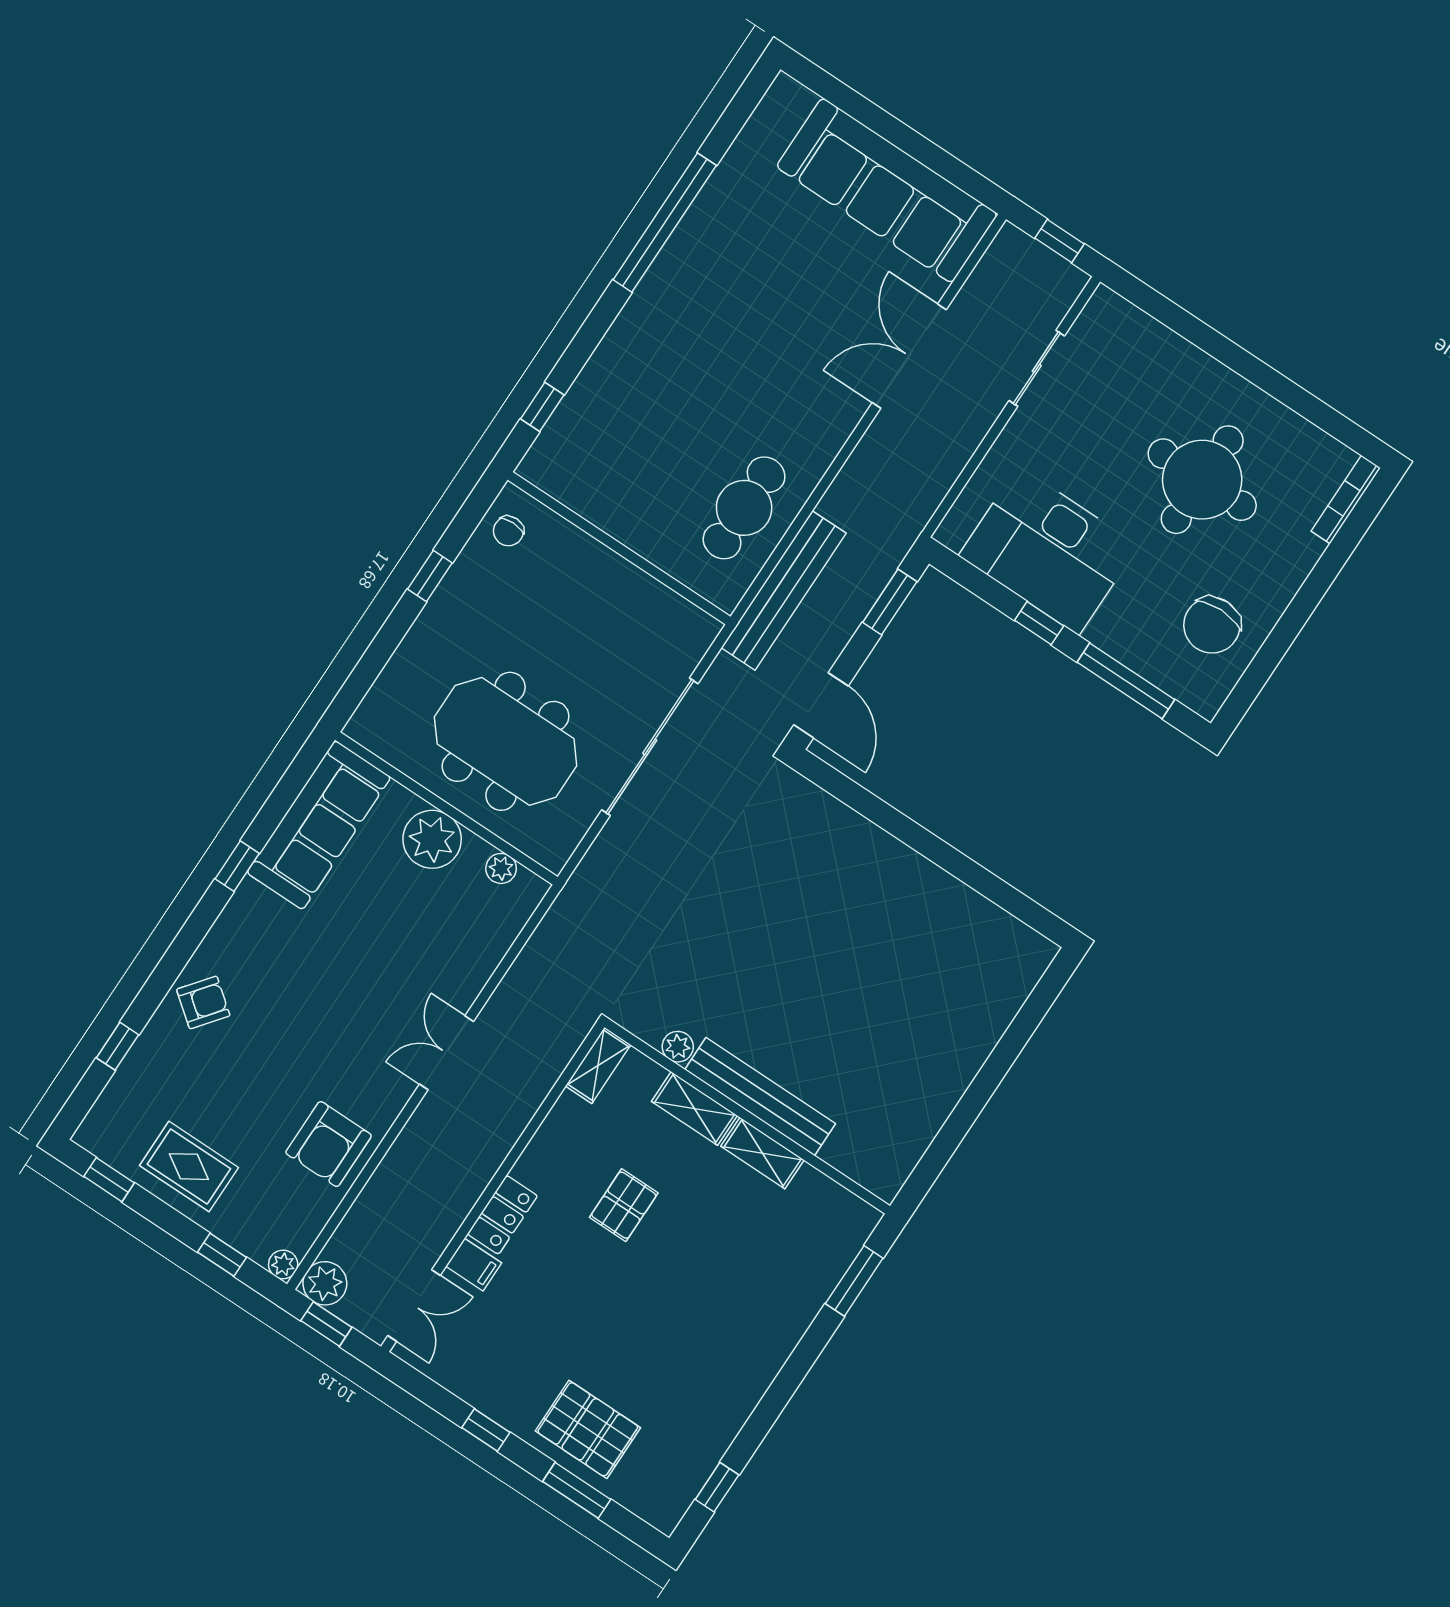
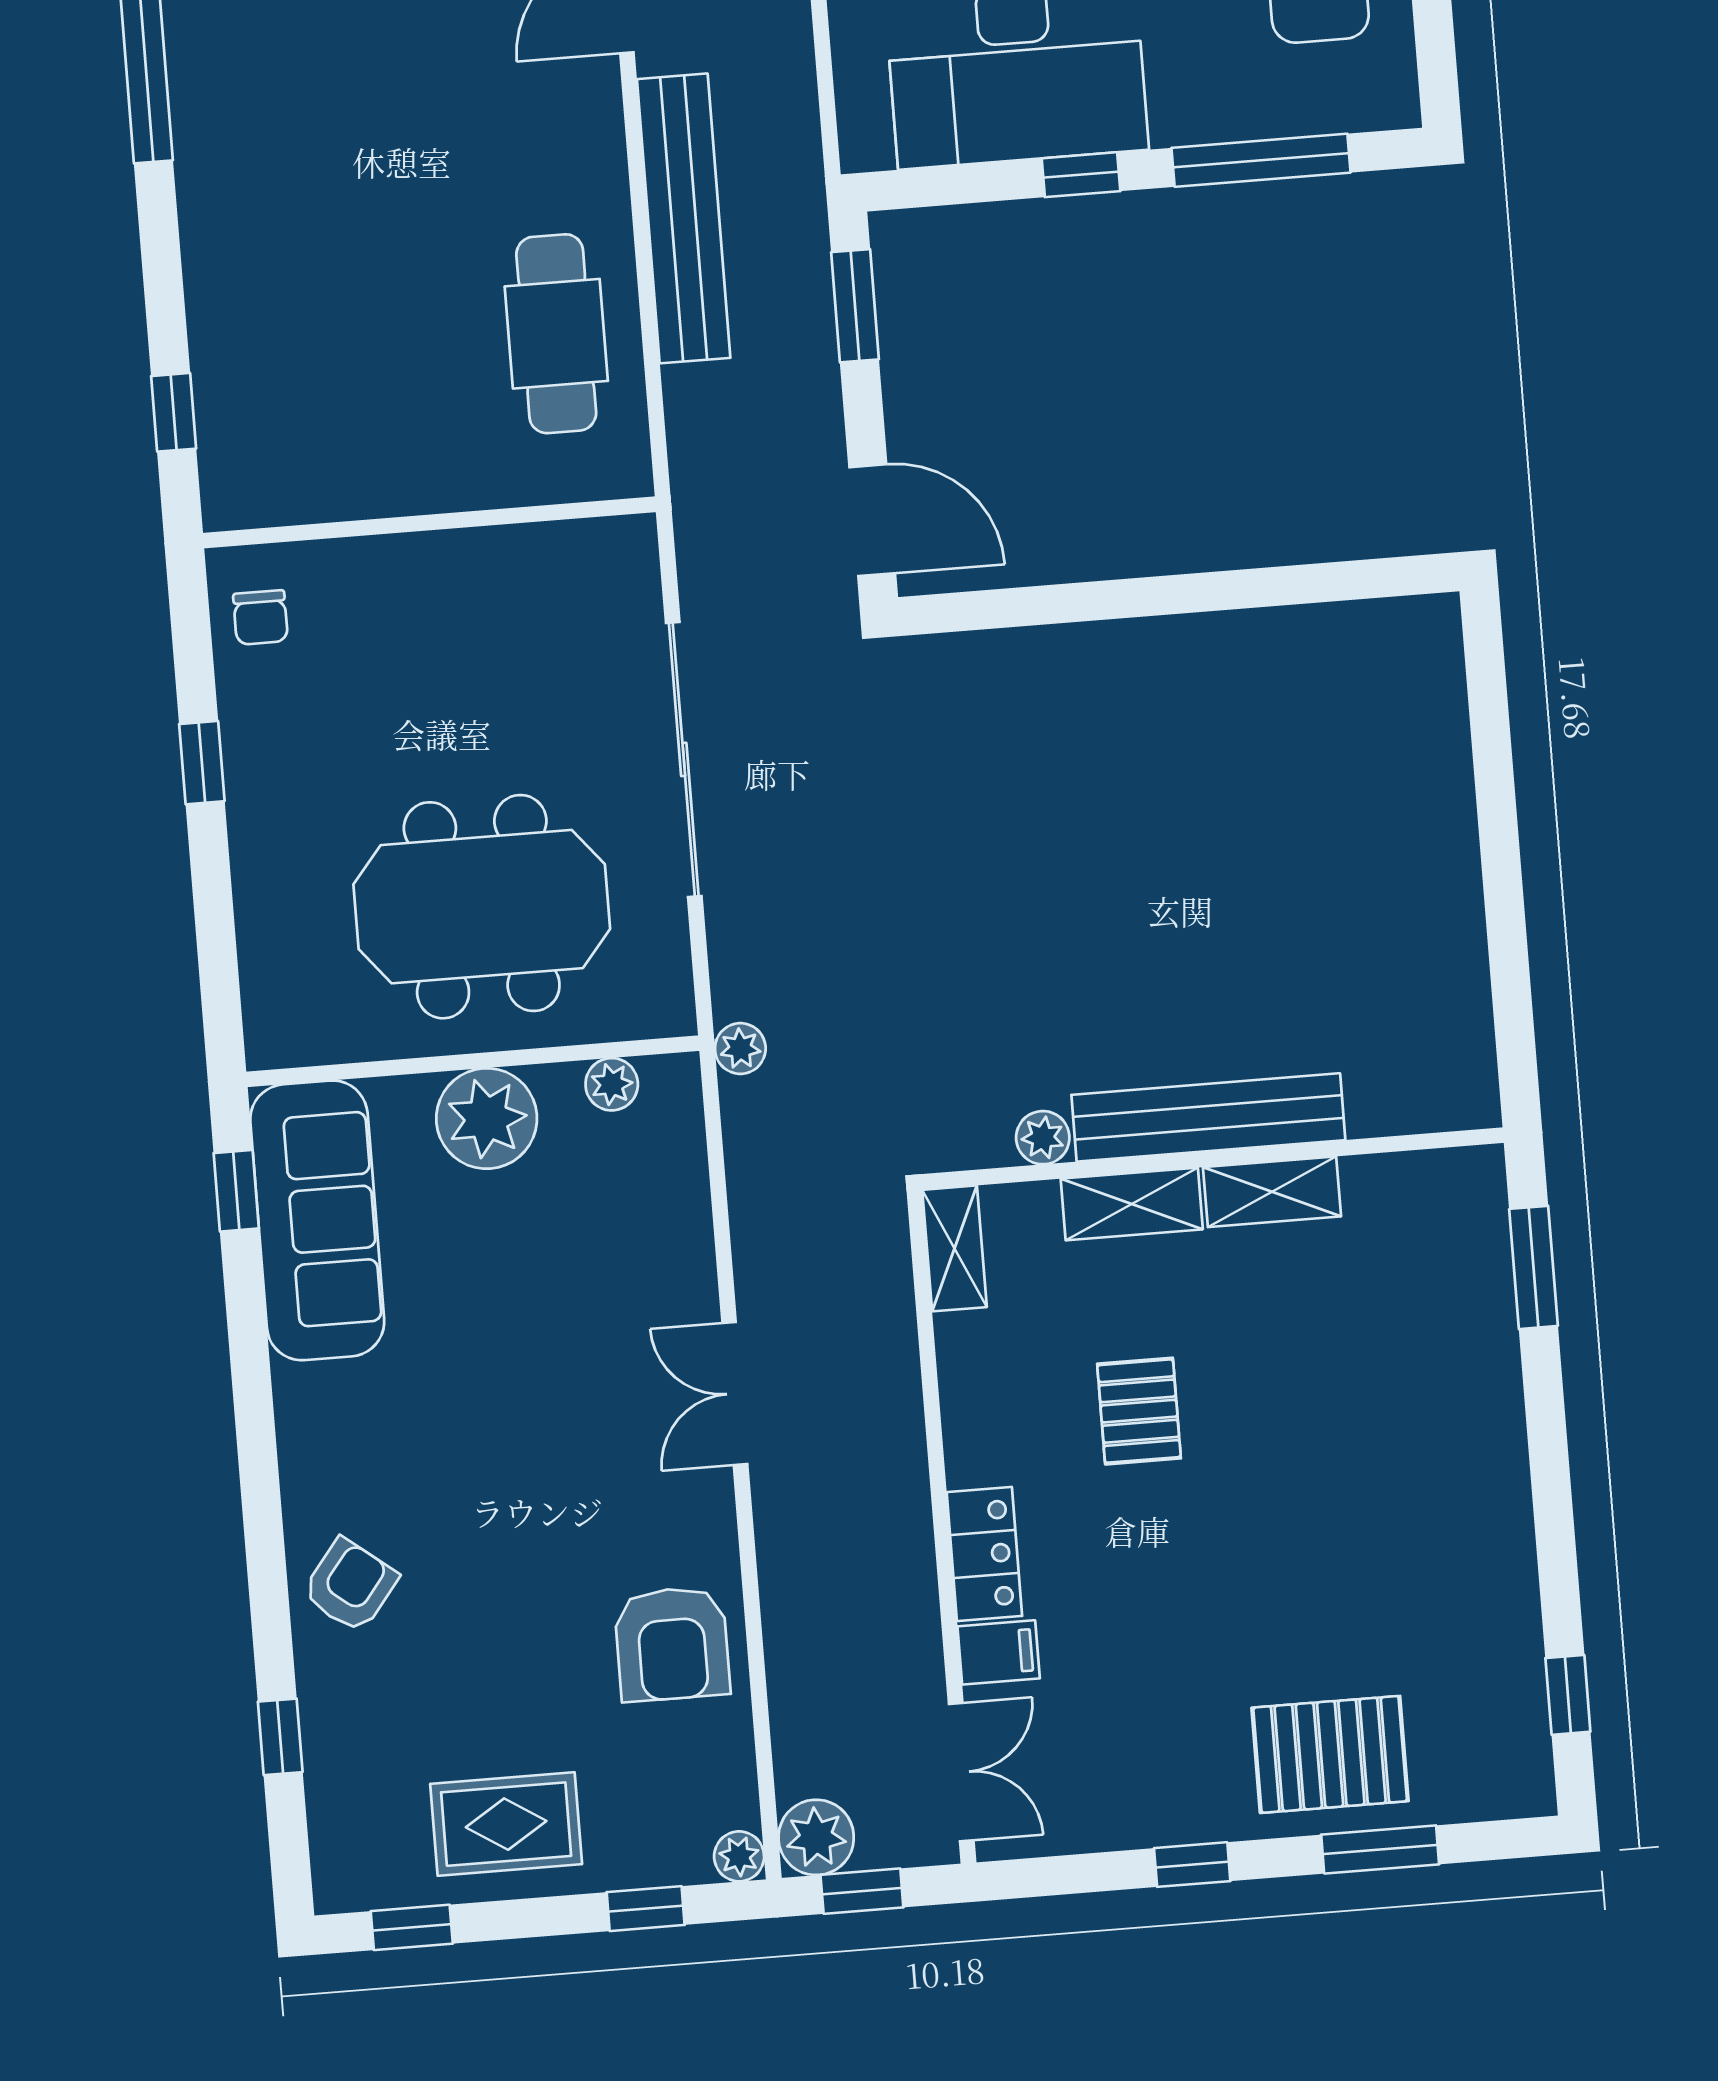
bench: (784, 590) -> (684, 218), moved
window: (237, 866) -> (236, 1191), moved
plant: (572, 898) -> (740, 1049), added

